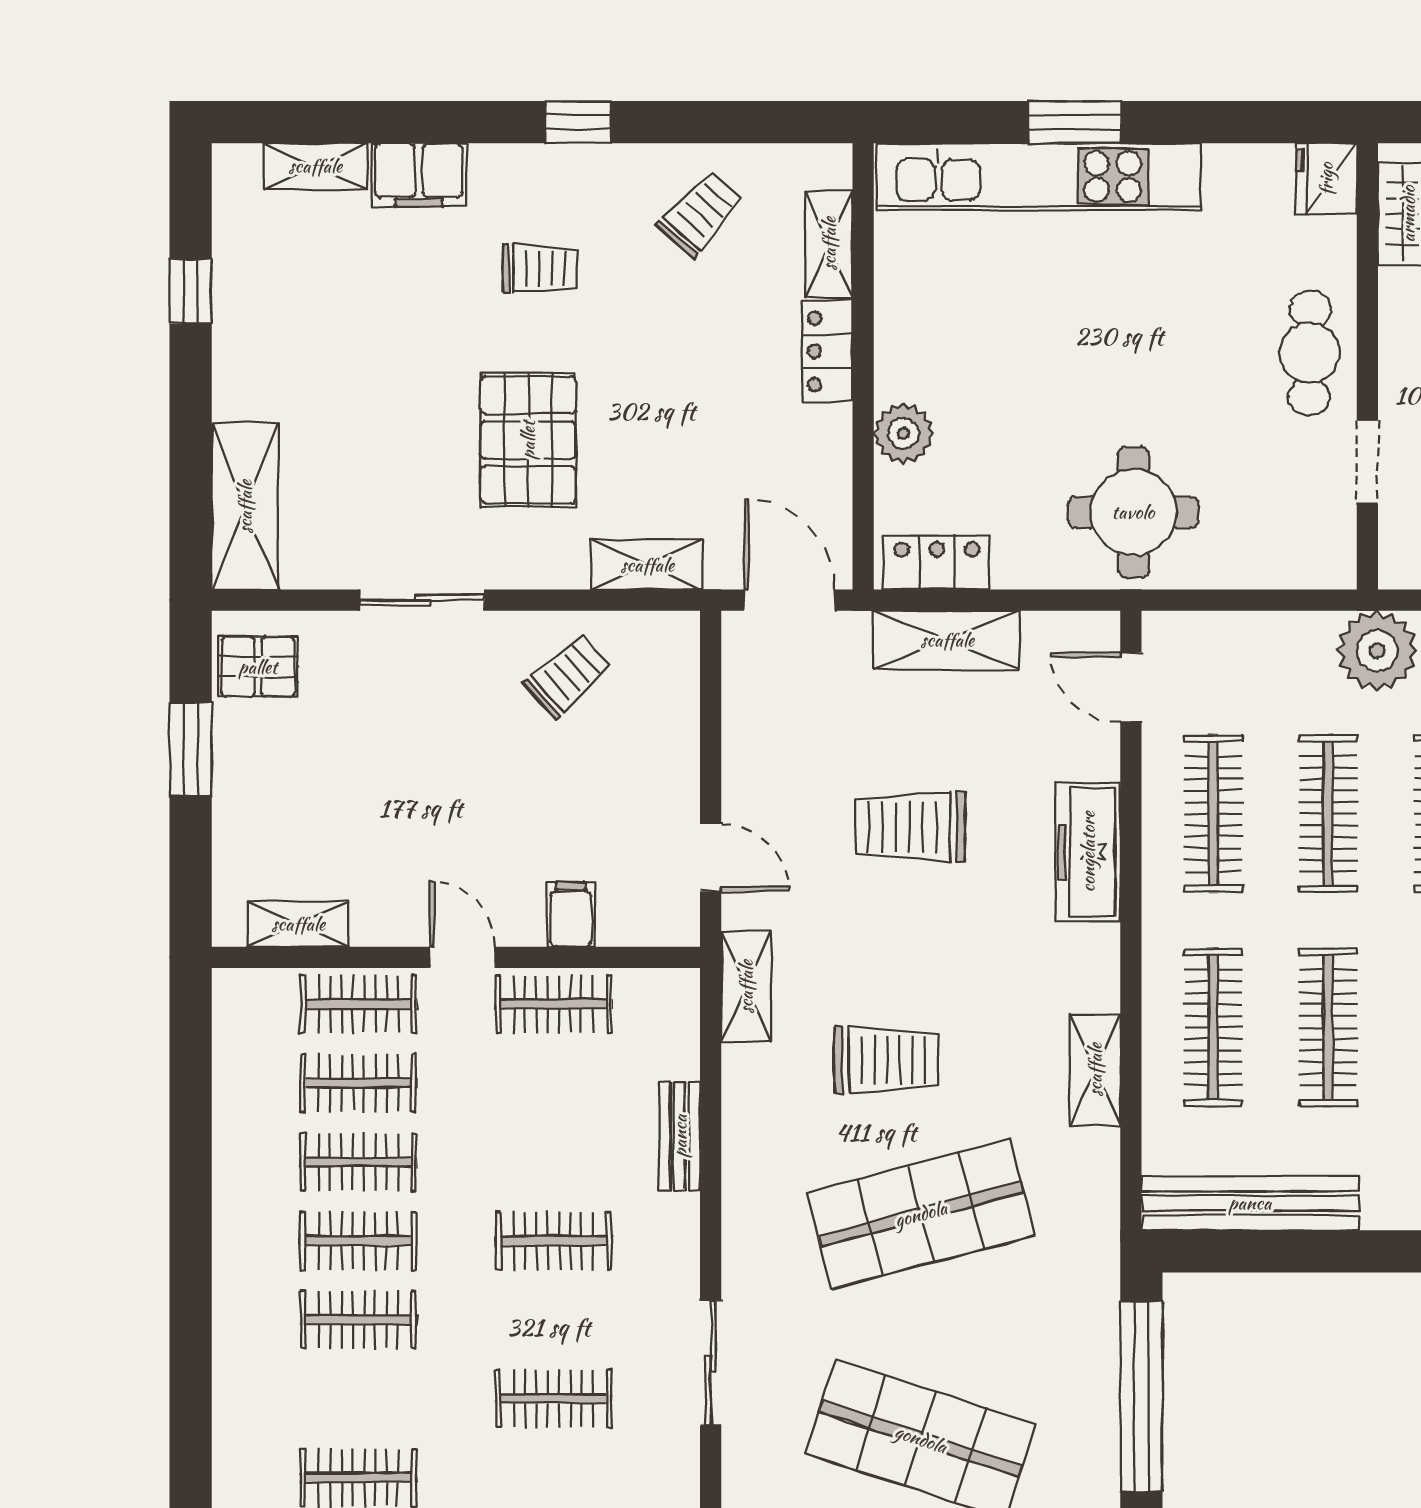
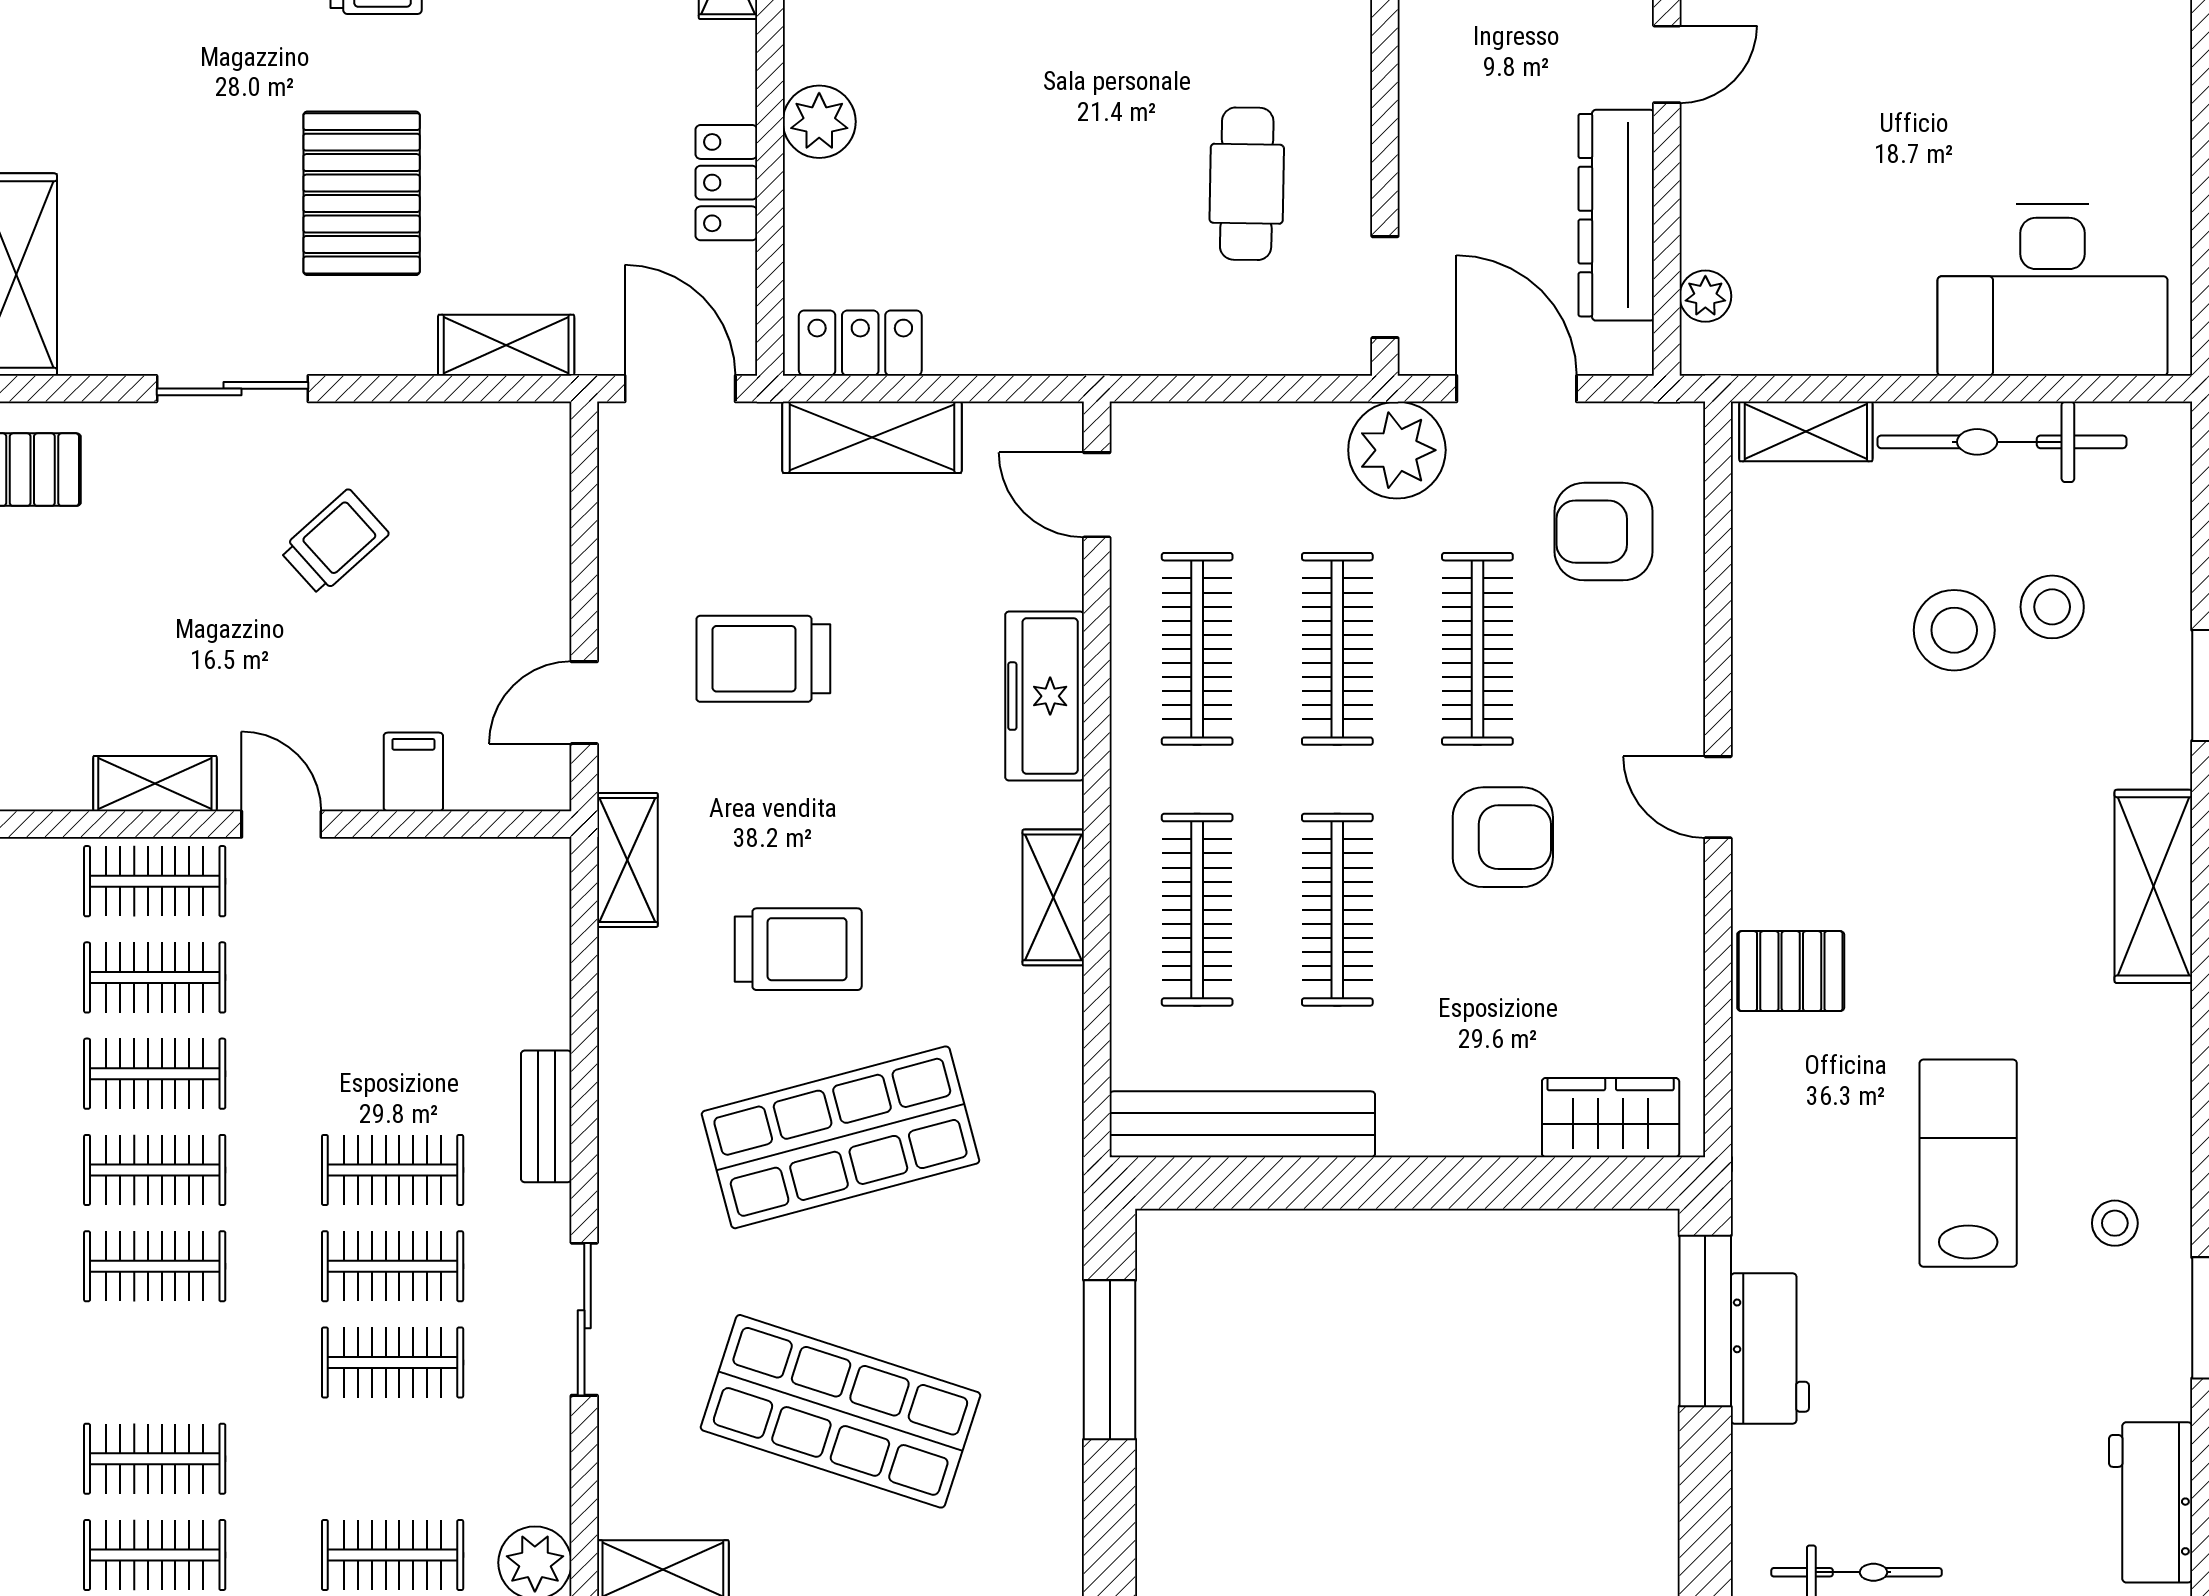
locker: (827, 351) -> (726, 183), moved
cafe table: (1309, 353) -> (1247, 184), moved
plant: (903, 433) -> (819, 122), moved
doorway: (1367, 462) -> (1385, 287), moved
round table: (1133, 512) -> (1100, 281), removed
trolley: (568, 676) -> (334, 542), moved
trolley: (910, 827) -> (763, 659), moved
door: (711, 858) -> (584, 703), swing flipped
shelving: (298, 924) -> (155, 784), moved
clothes rail: (554, 1004) -> (393, 1266), moved
shelving: (1095, 1070) -> (1053, 897), moved
bench: (680, 1136) -> (546, 1116), moved
window: (1141, 1396) -> (1110, 1360), width x0.68

